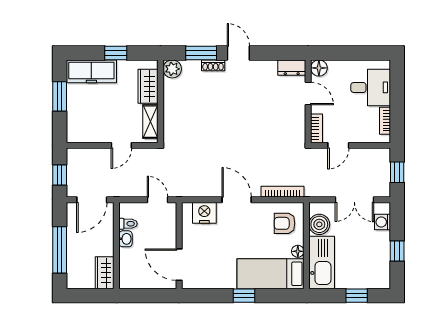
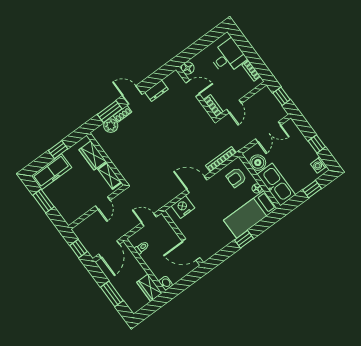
dresser: (292, 68) -> (157, 91), moved
plant: (172, 69) -> (111, 126), moved
washing machine: (382, 222) -> (319, 165), moved
washbasin: (126, 239) -> (166, 283), moved
window: (60, 250) -> (112, 294), width x0.69

